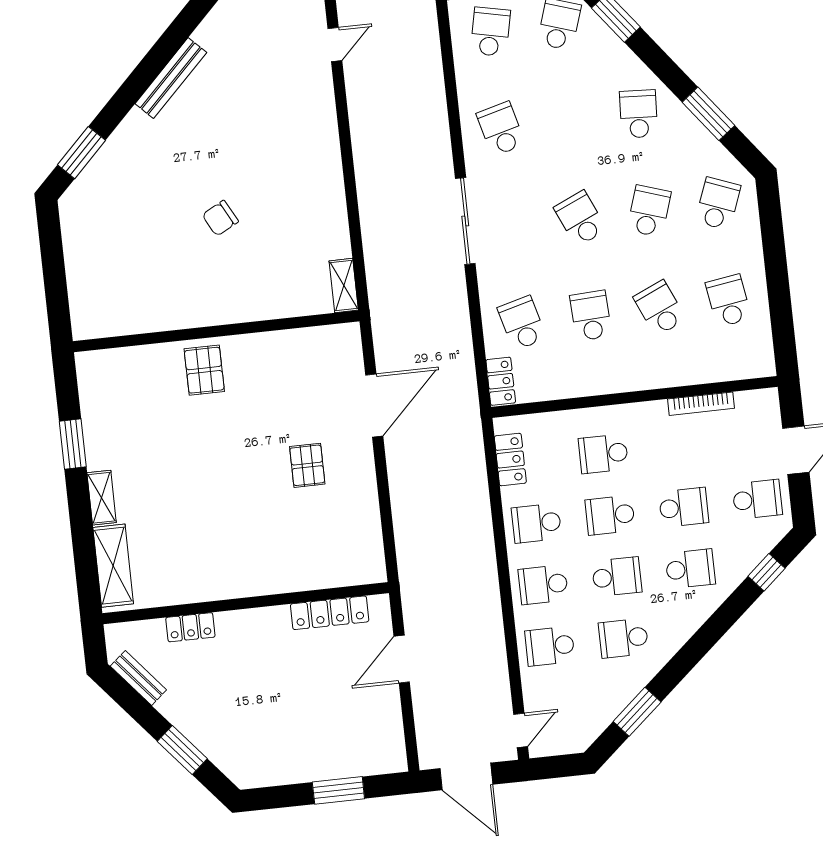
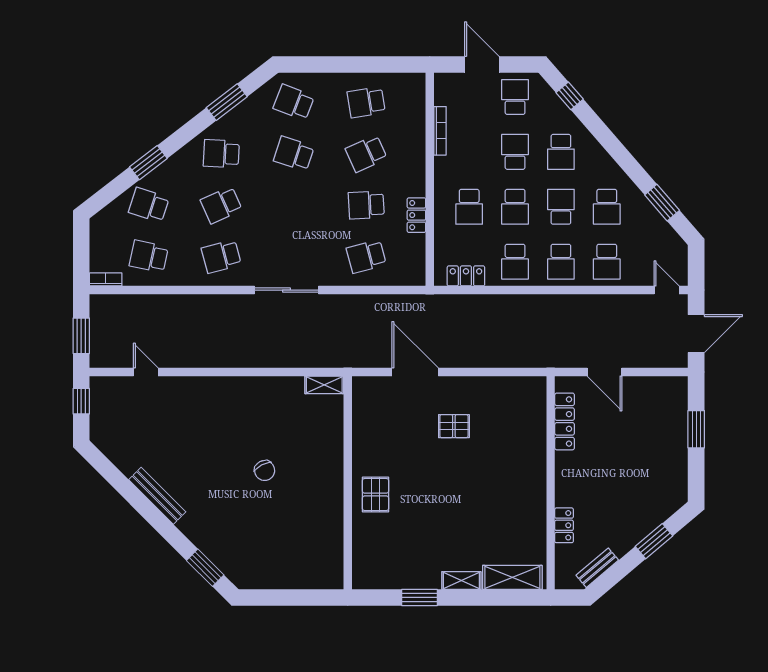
school desk: (580, 219) -> (221, 205), moved
pallet: (204, 370) -> (375, 495), turned 90
locker: (501, 381) -> (416, 215), moved, turned -90
school desk: (690, 569) -> (561, 152), turned 180

